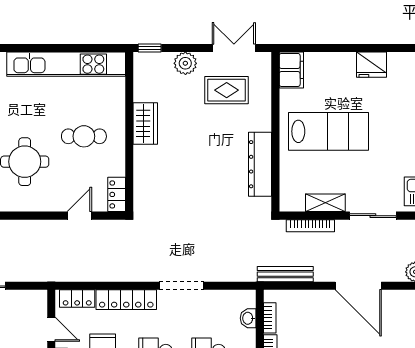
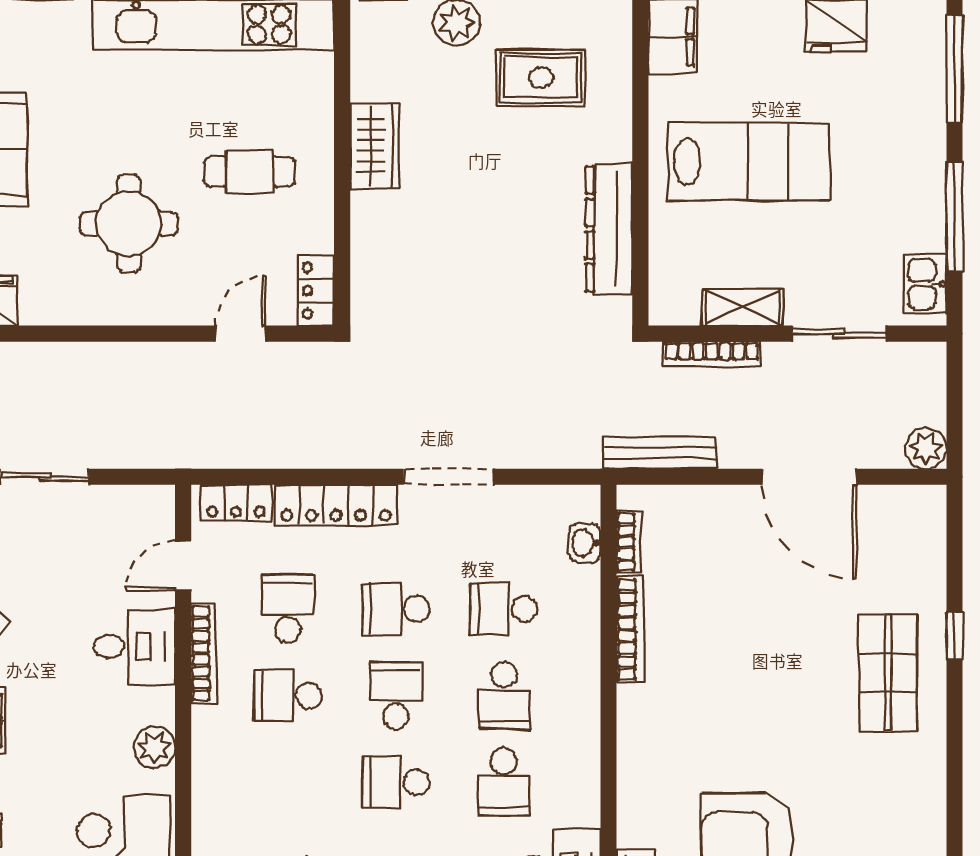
door: (51, 329) -> (183, 565), swing flipped

